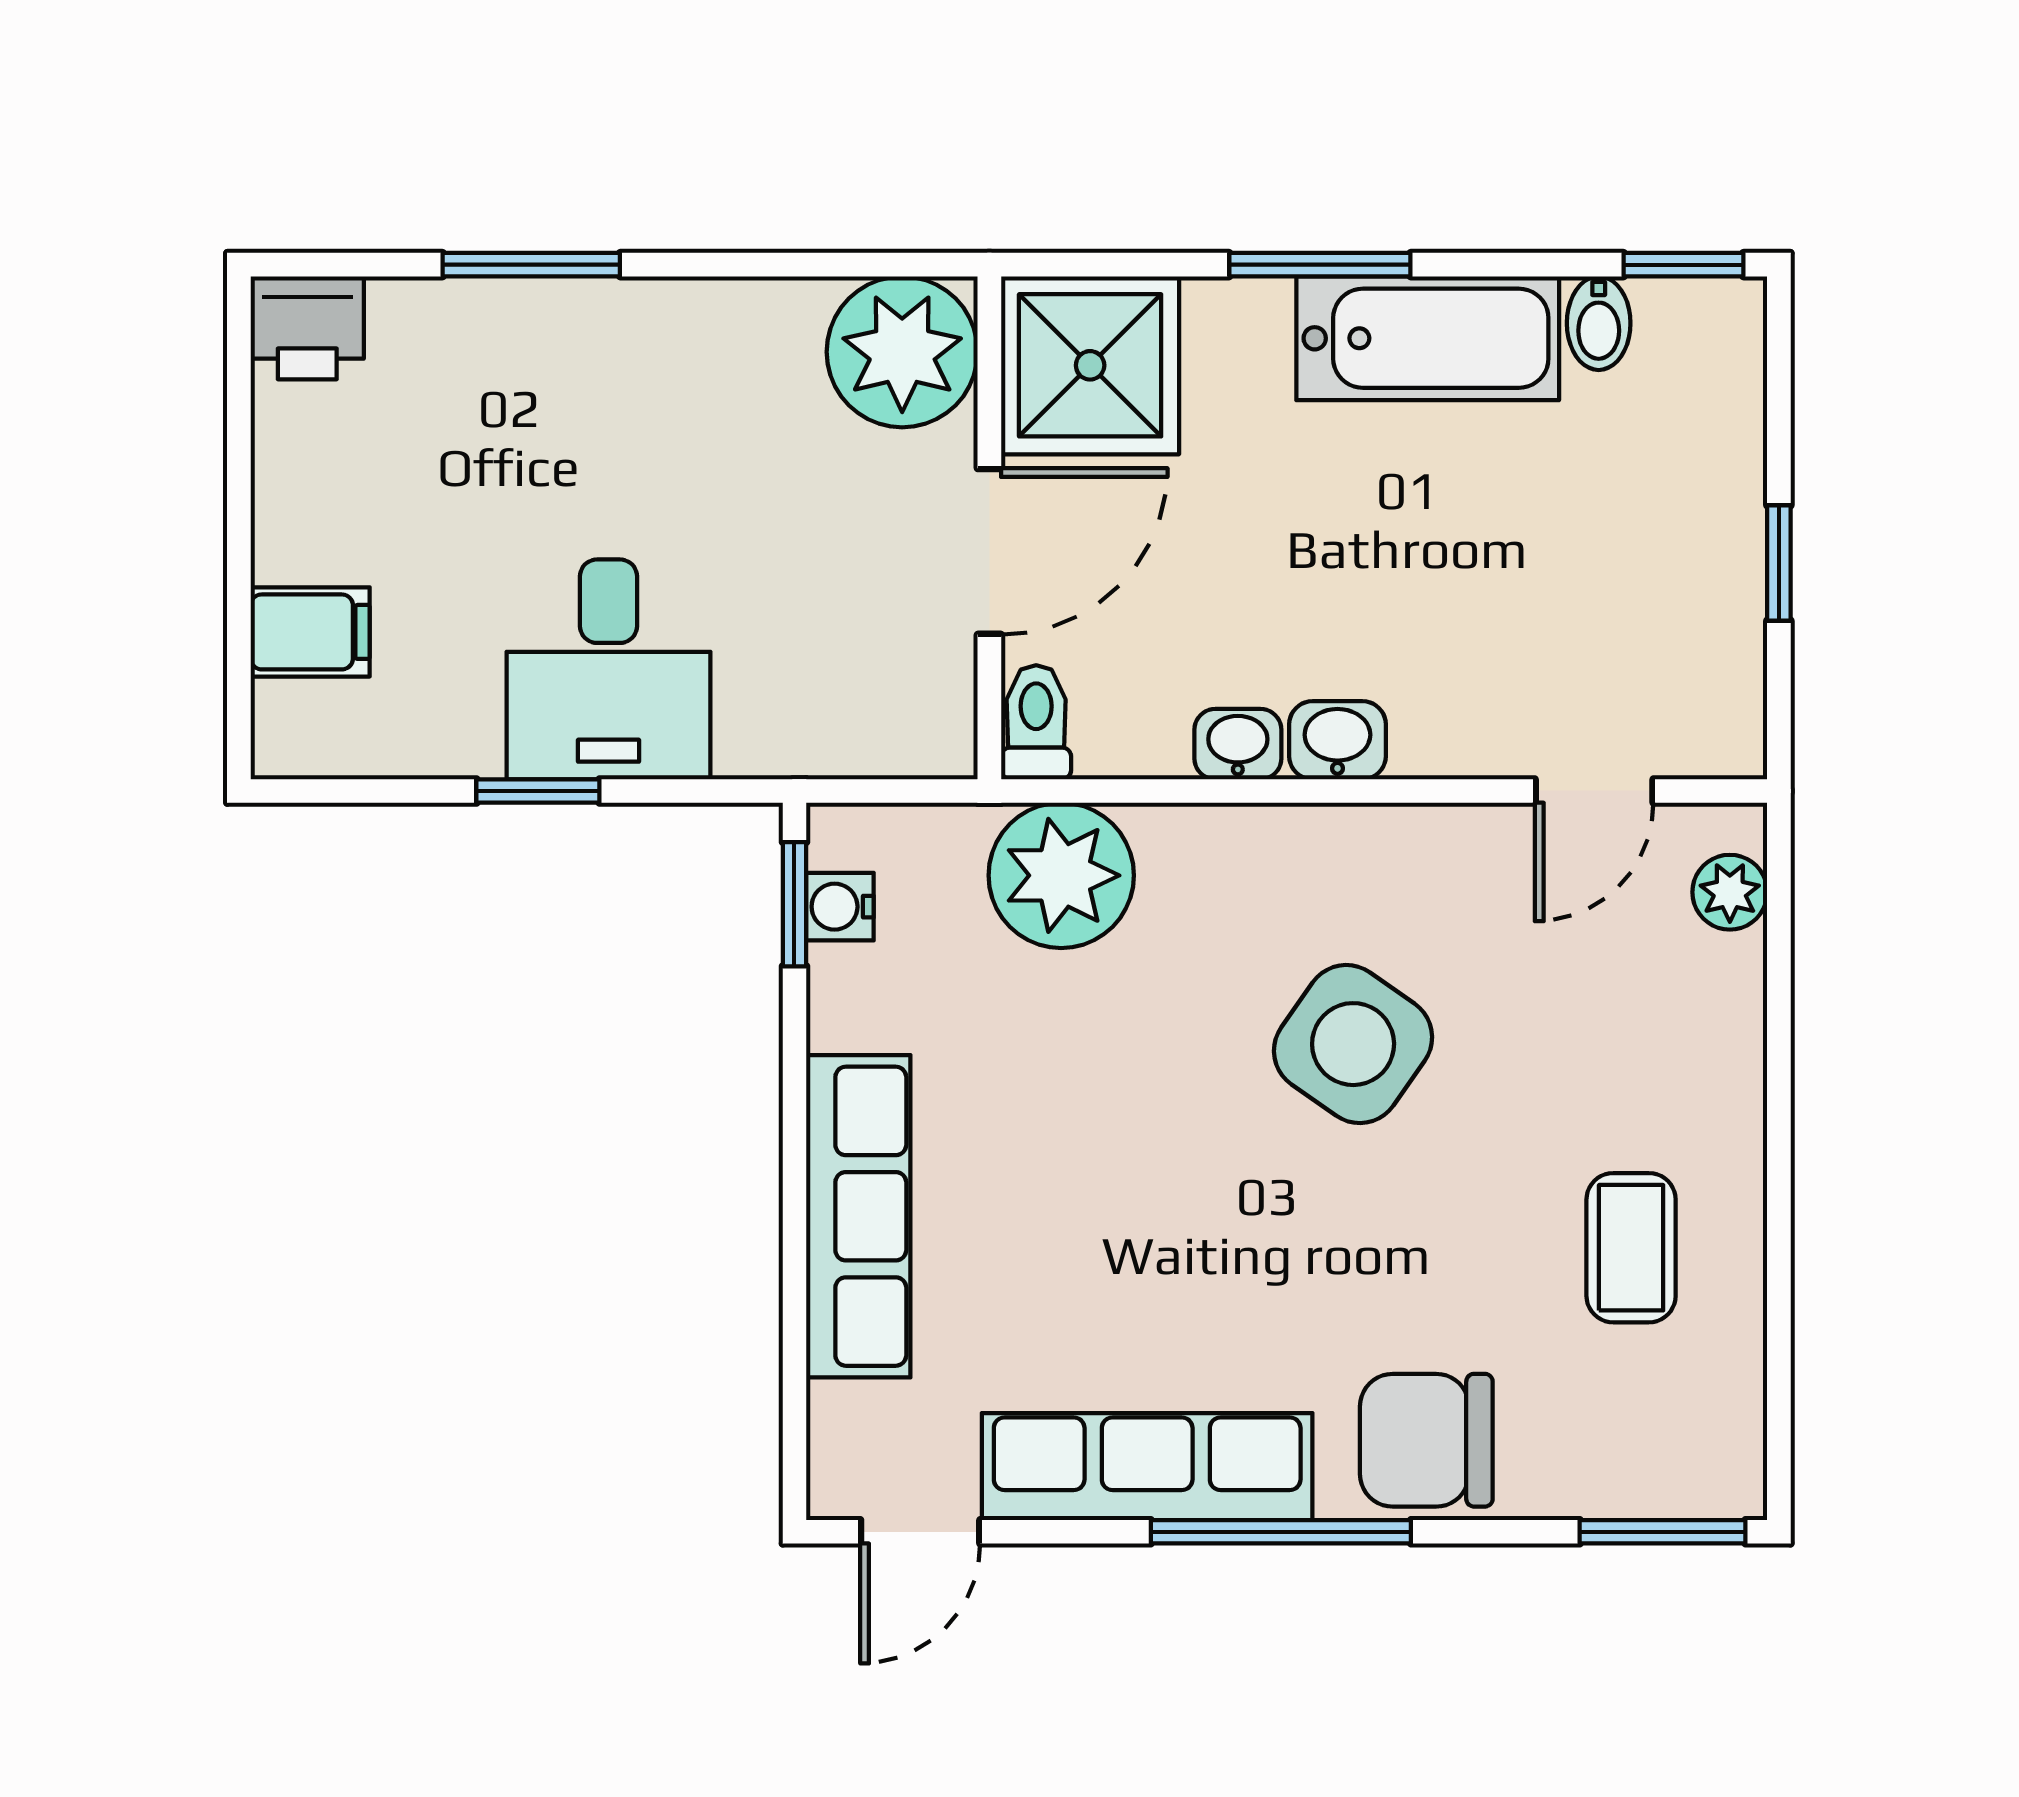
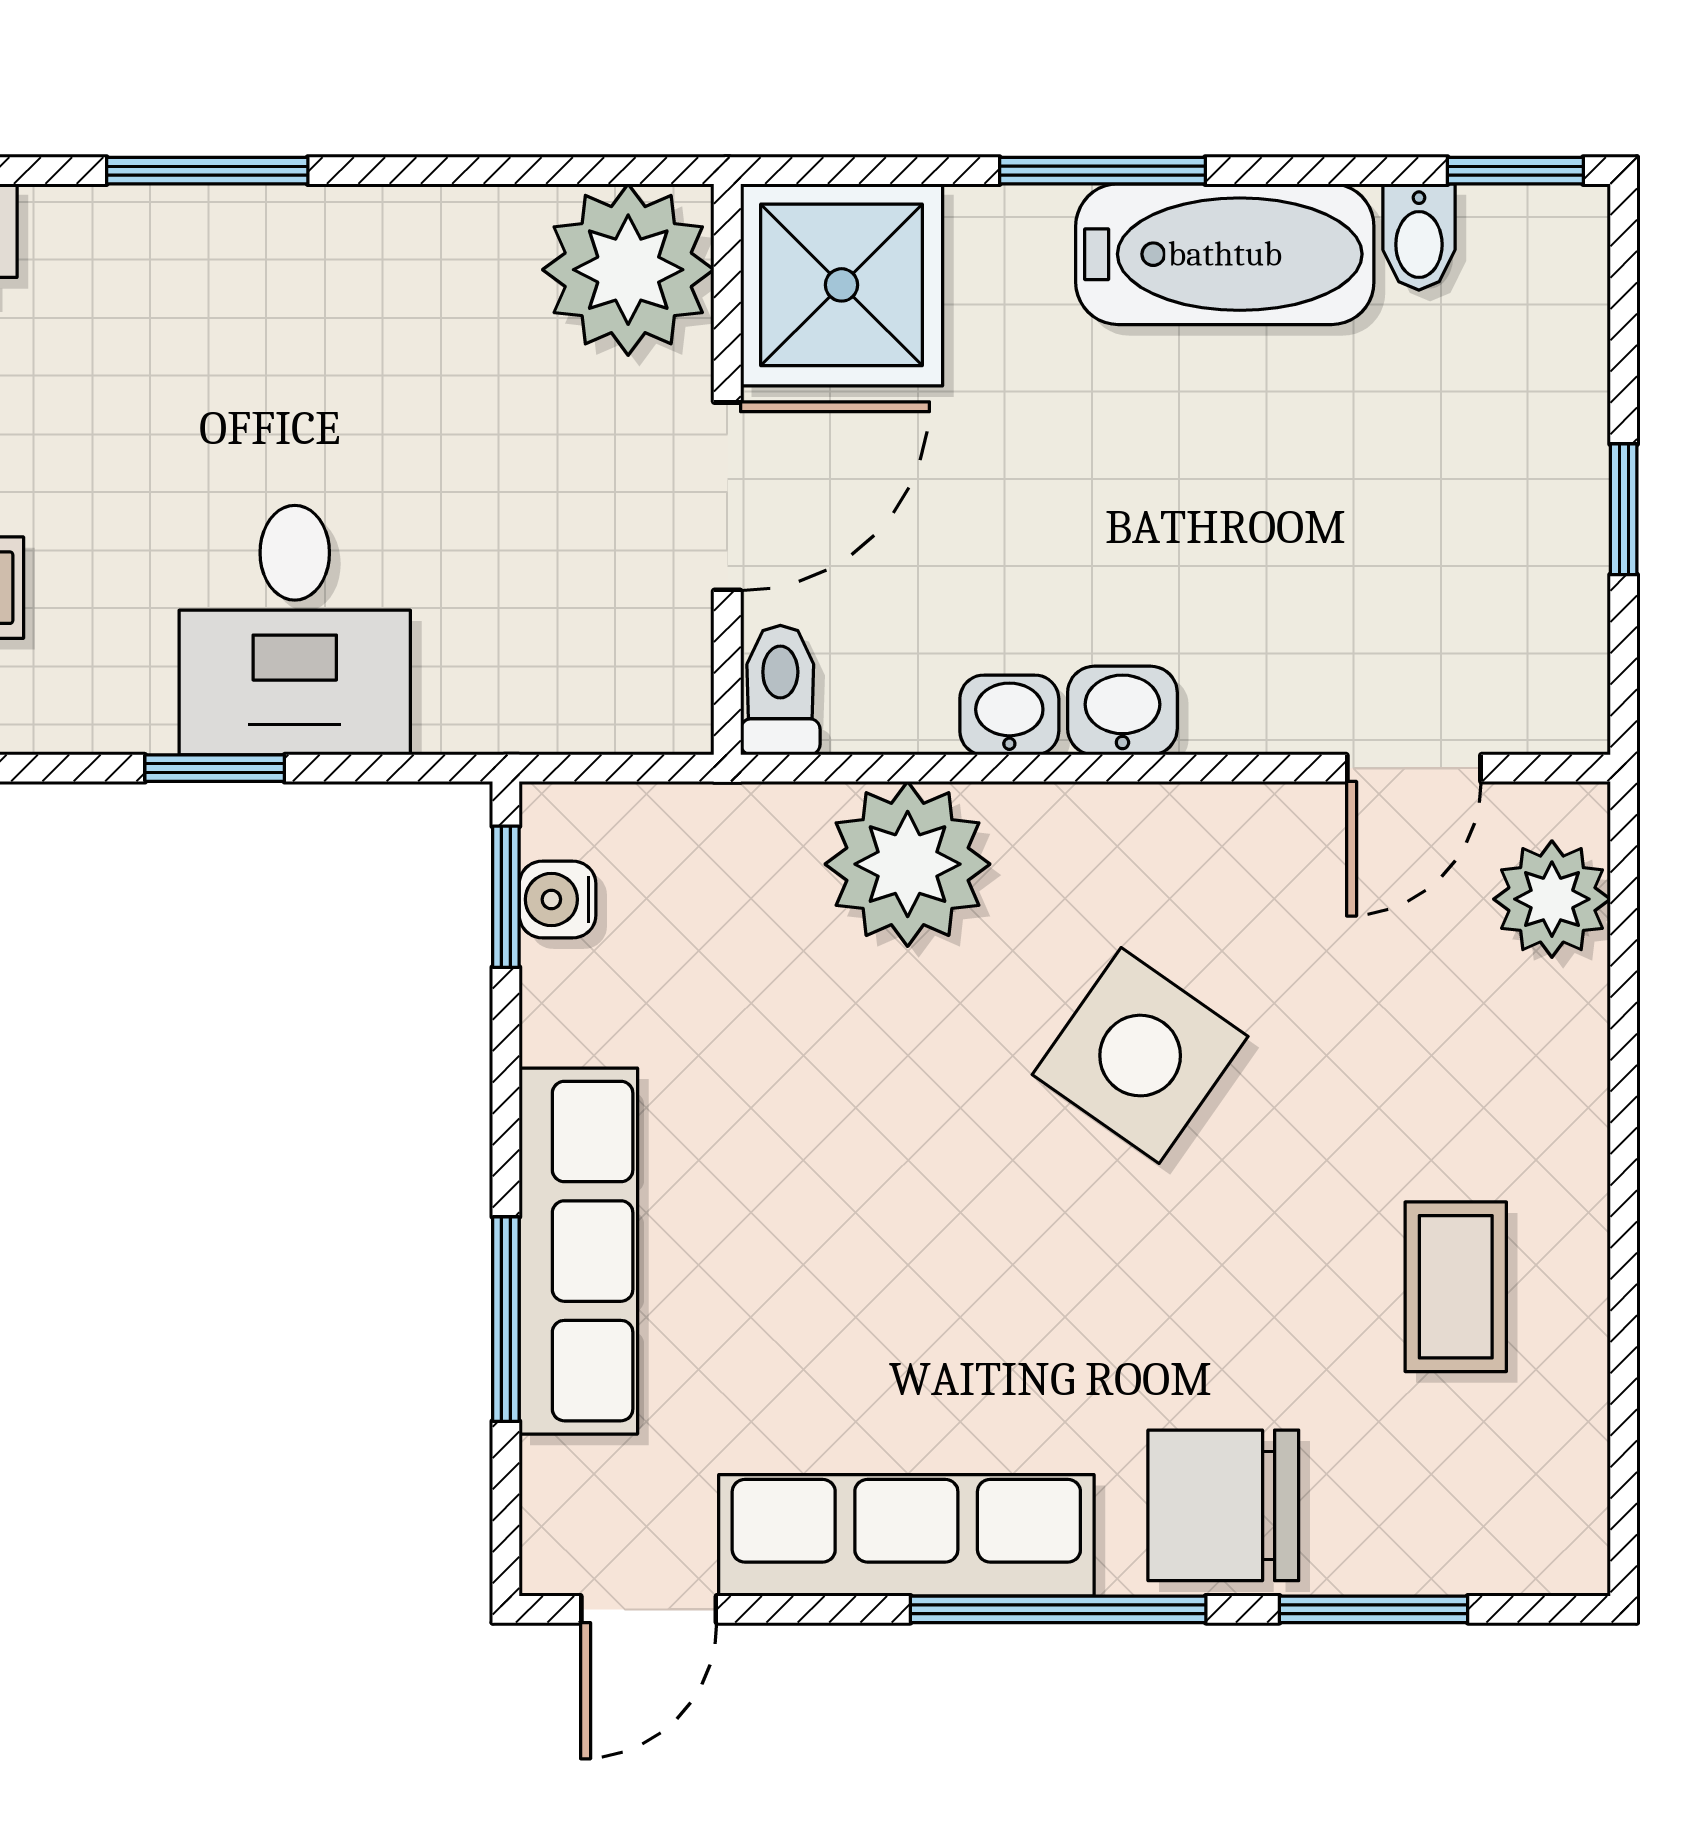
plant: (1061, 875) -> (908, 864), moved
plant: (1730, 892) -> (1552, 899), width x1.38, depth x1.38
window: (794, 1276) -> (506, 1319), added
window: (1663, 1532) -> (1374, 1609), moved

